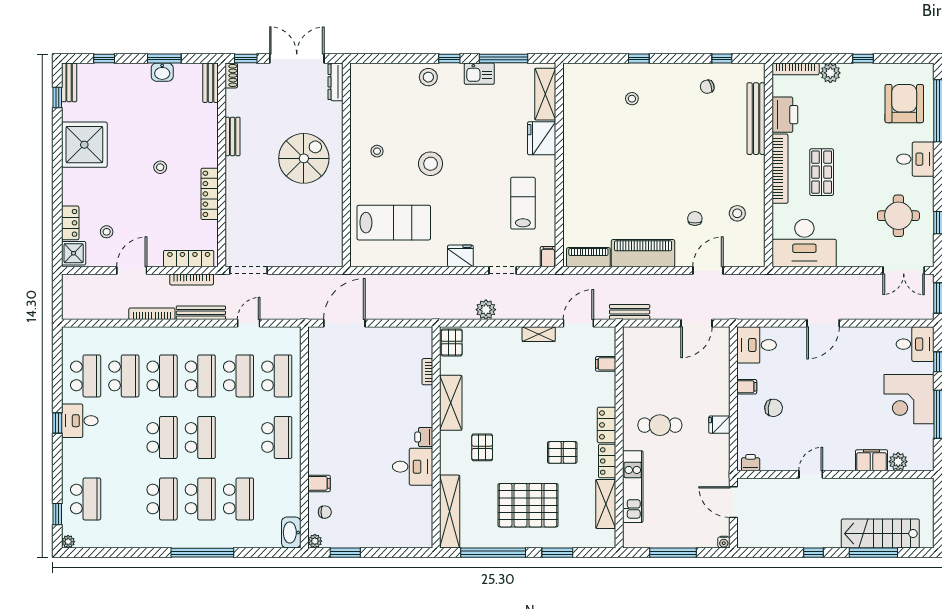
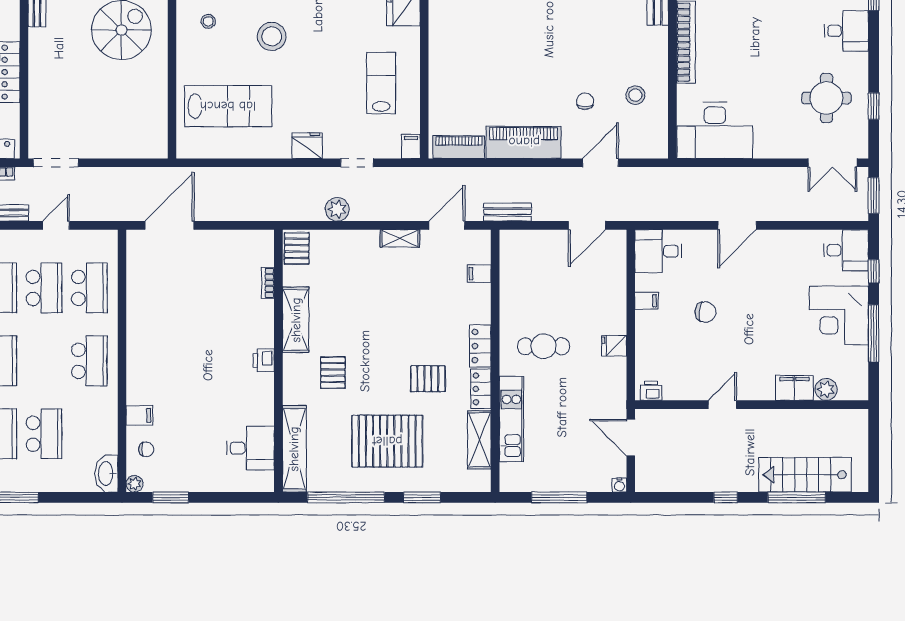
shop shelf: (822, 172) -> (735, 46), removed
chair: (774, 408) -> (705, 312), moved
desk: (413, 467) -> (250, 448), moved

